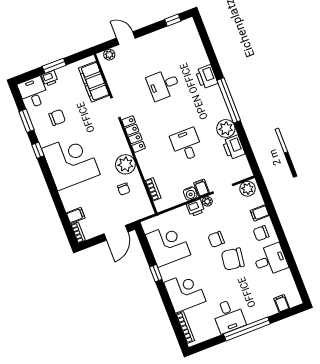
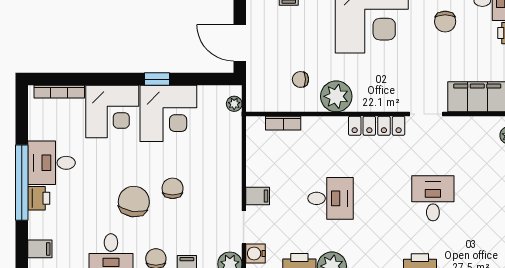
water cooler: (190, 194) -> (256, 254), moved
plant: (207, 201) -> (234, 104), moved
printer: (196, 208) -> (39, 198), moved, turned 180
corner desk: (168, 245) -> (168, 113), moved

